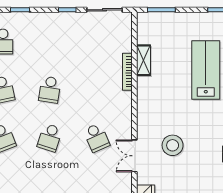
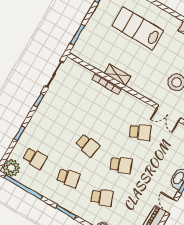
shelving: (143, 60) -> (117, 75), moved
school desk: (50, 138) -> (121, 165), turned -39

